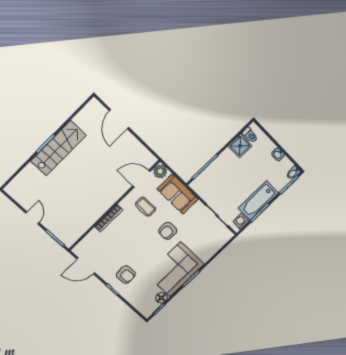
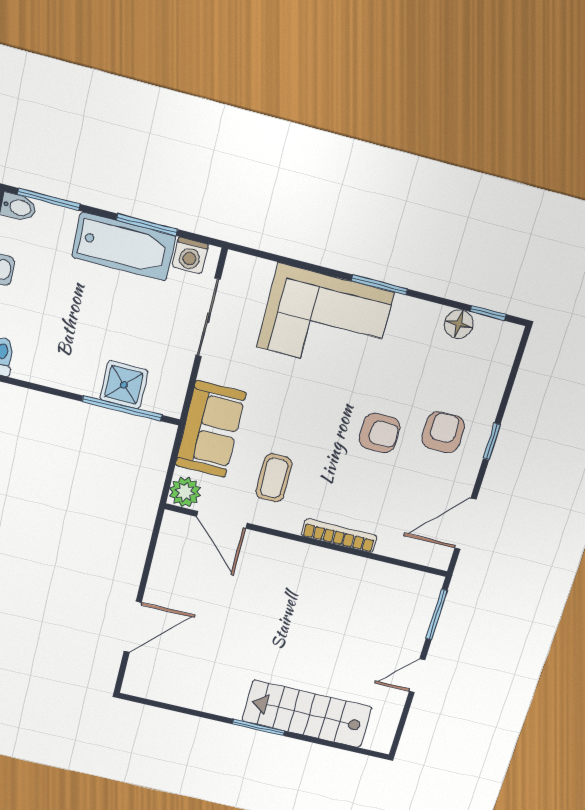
shower: (240, 146) -> (124, 385), moved
stairs: (58, 148) -> (307, 714), moved
armchair: (168, 231) -> (380, 433), moved
door: (86, 266) -> (466, 524), swing flipped
corner sofa: (175, 269) -> (325, 320), moved

